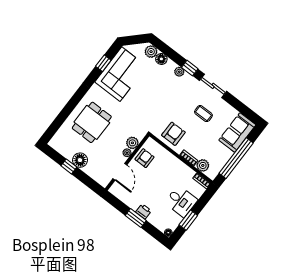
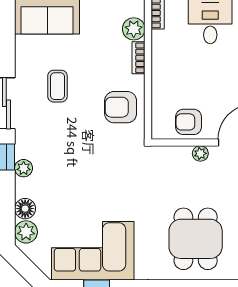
dining table: (92, 122) -> (196, 239), turned 90
plant: (132, 143) -> (180, 157), removed

